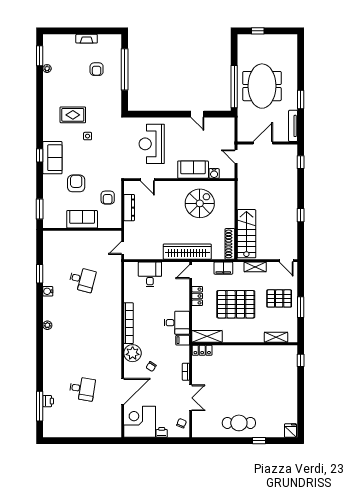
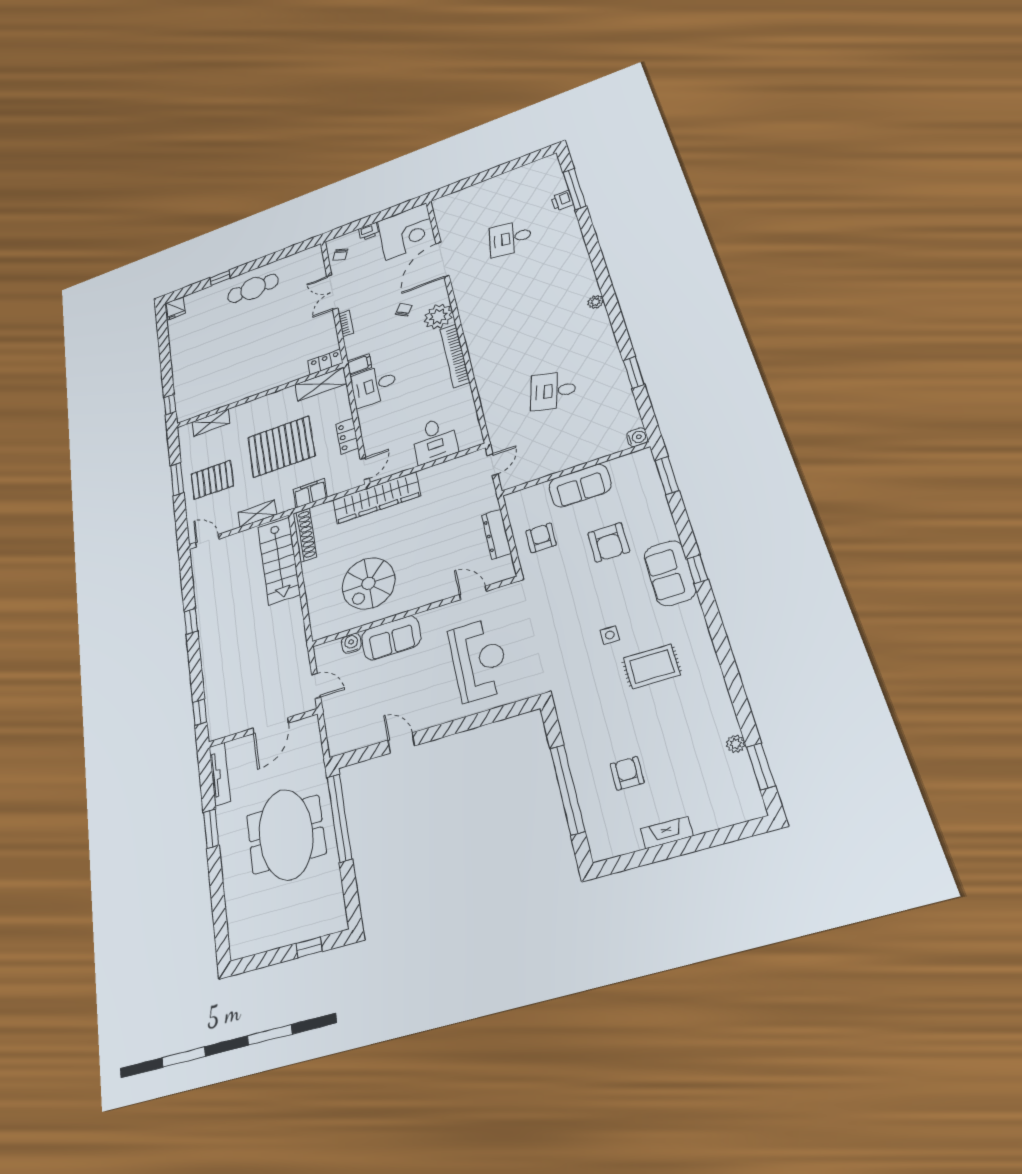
water cooler: (48, 291) -> (637, 437), moved

